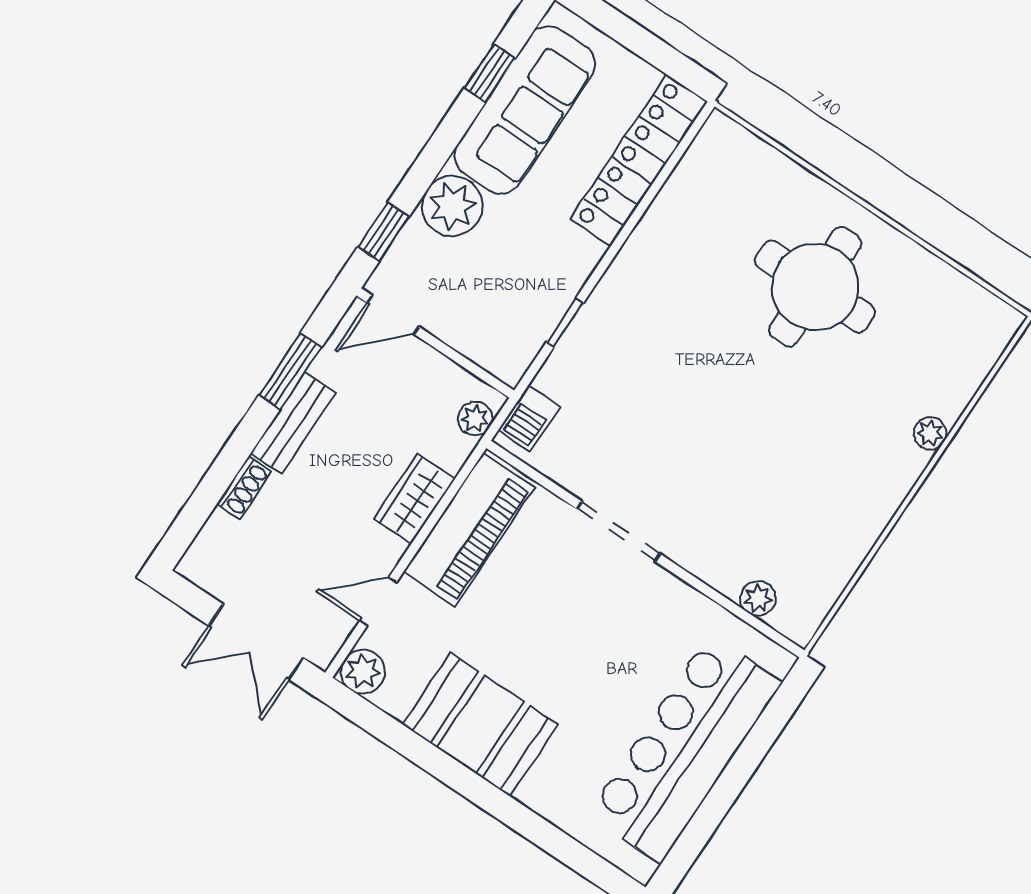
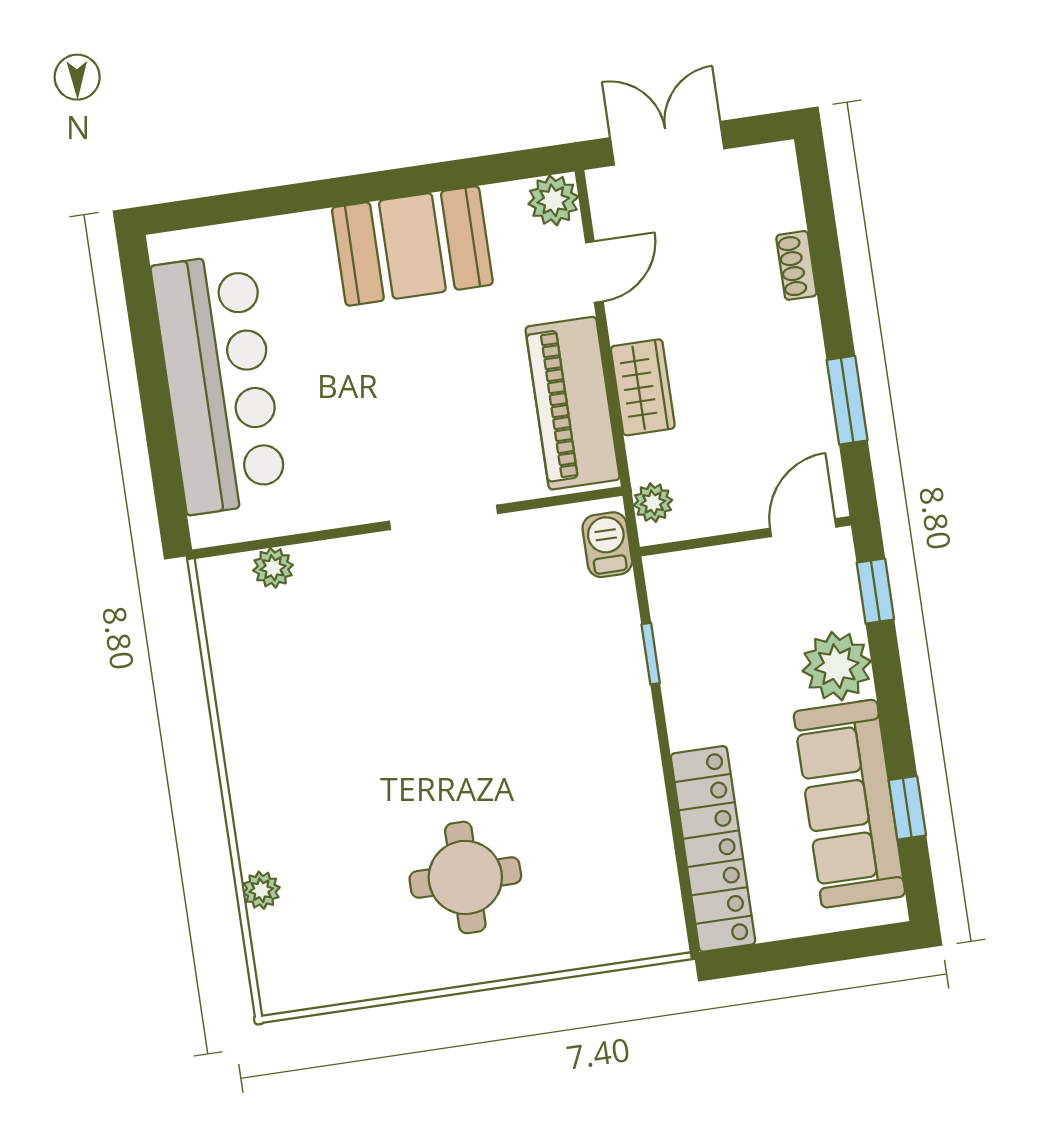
round table: (815, 287) -> (465, 877), width x0.73, depth x0.73
bench: (293, 423) -> (805, 358), removed
plant: (930, 433) -> (261, 890), moved

